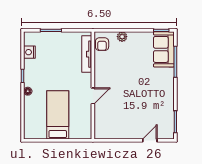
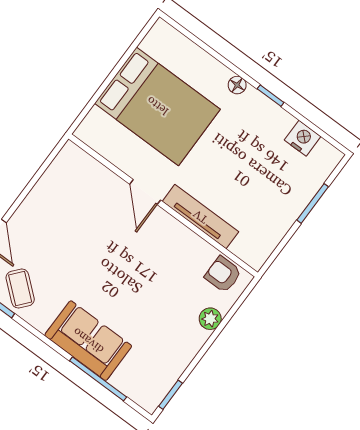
sofa: (164, 49) -> (88, 341), moved
tv unit: (87, 54) -> (200, 217), moved
bed: (58, 115) -> (157, 106), width x1.50
coffee table: (163, 116) -> (20, 289), added

